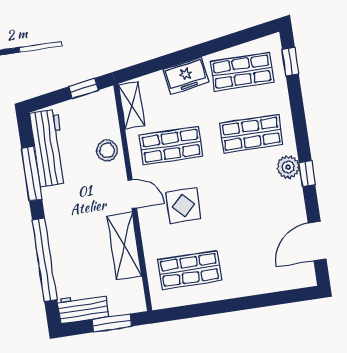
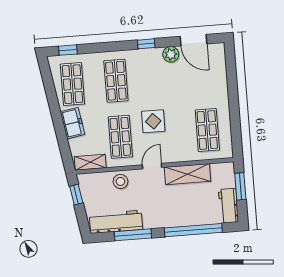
plant: (288, 167) -> (171, 54), moved
display table: (183, 206) -> (153, 121), moved

